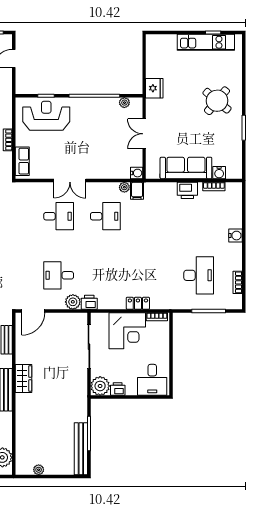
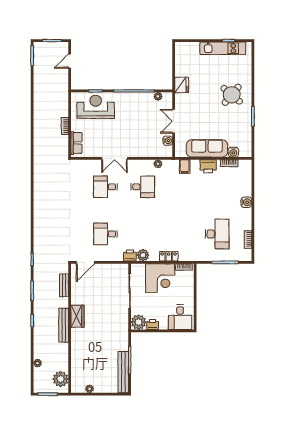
water cooler: (137, 173) -> (168, 141), moved
filing cabinet: (137, 191) -> (185, 167), moved
desk: (59, 216) -> (105, 187), turned 180
plant: (73, 302) -> (143, 255), moved

